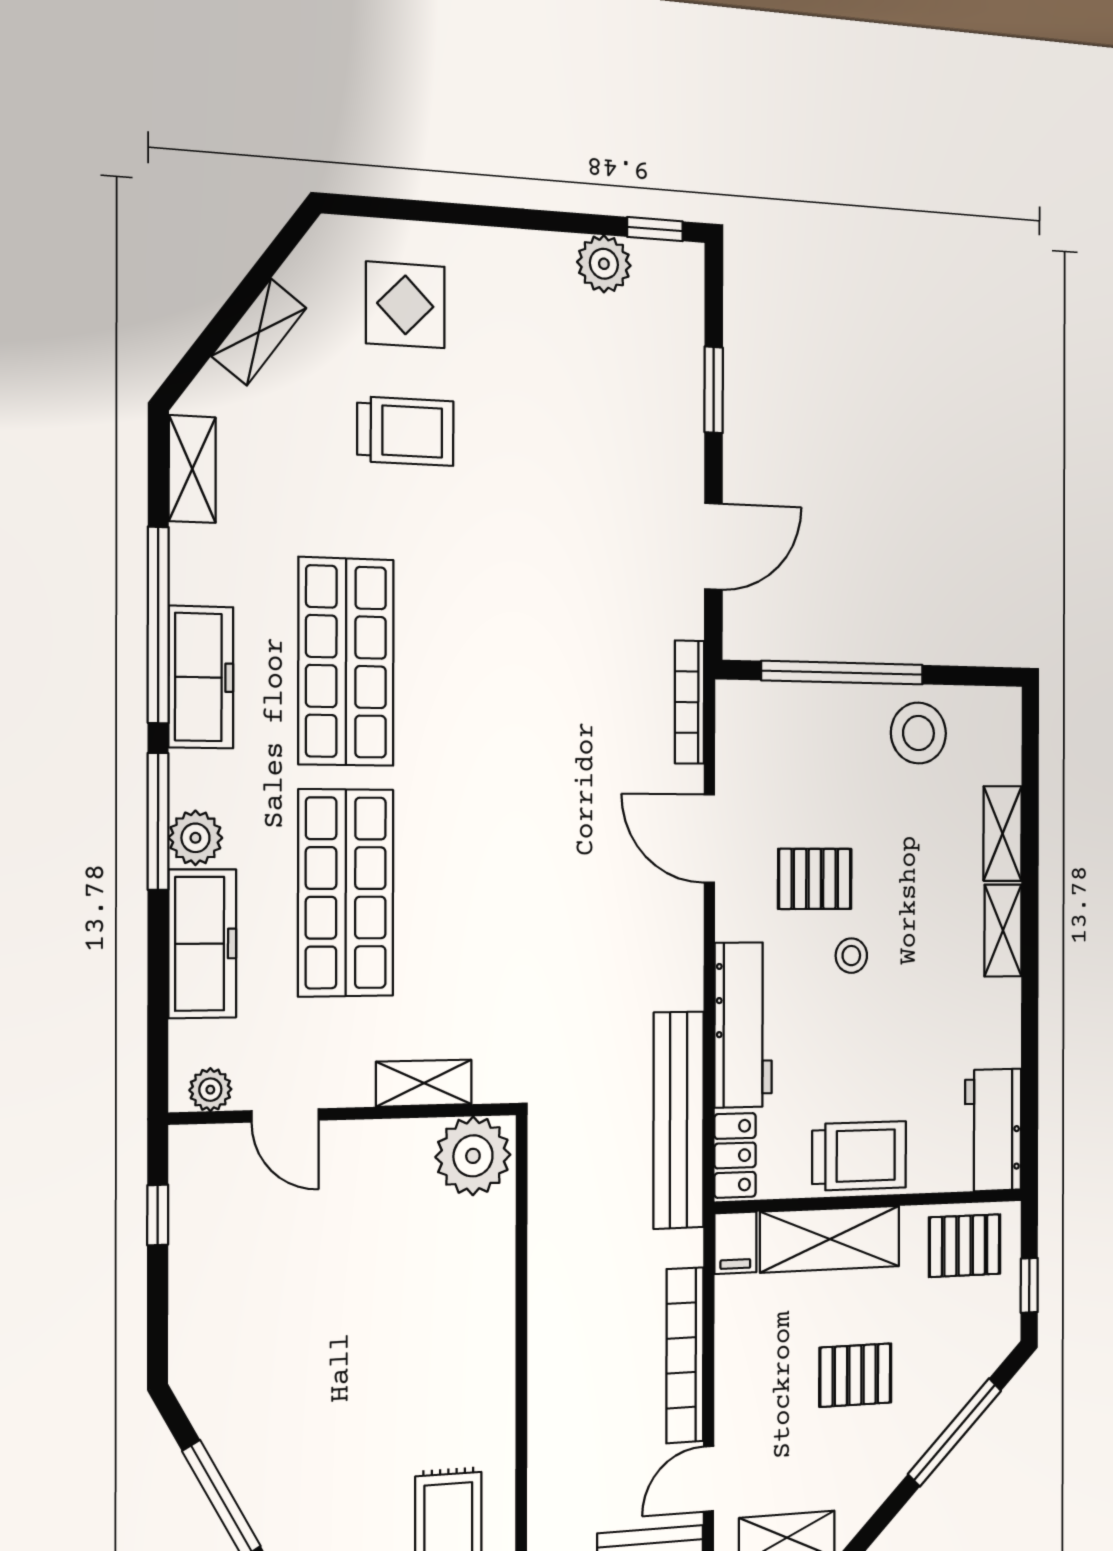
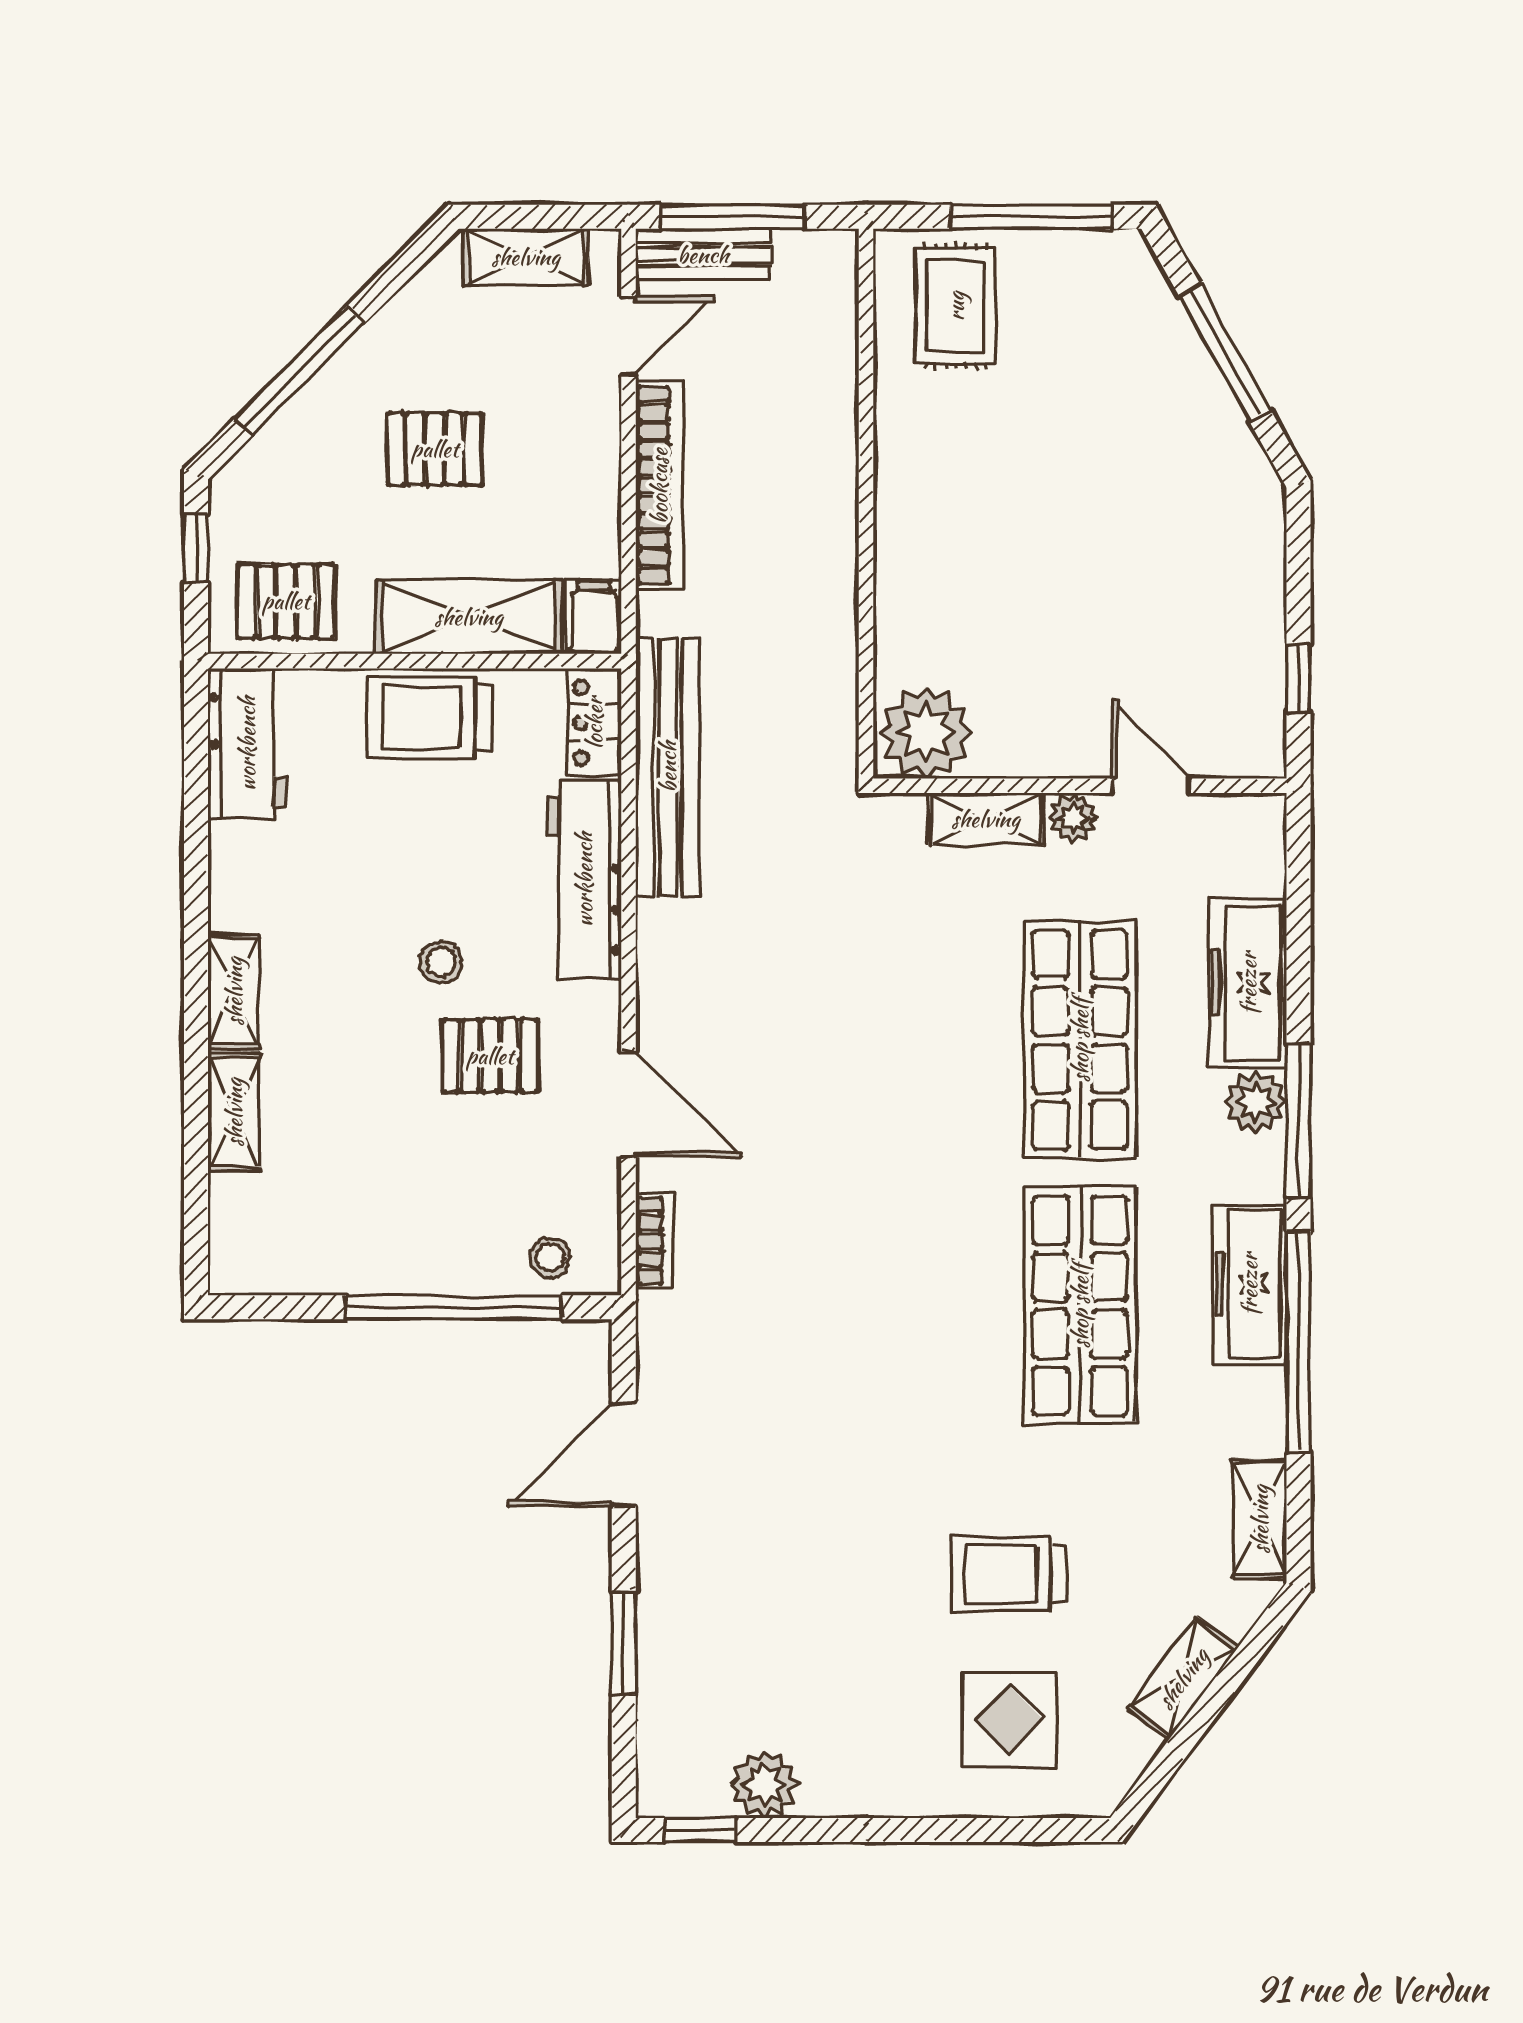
bookcase: (689, 702) -> (654, 1241), width x0.64
stool: (918, 733) -> (550, 1258), moved, width x0.53, depth x0.53
plant: (210, 1090) -> (1073, 817), moved

